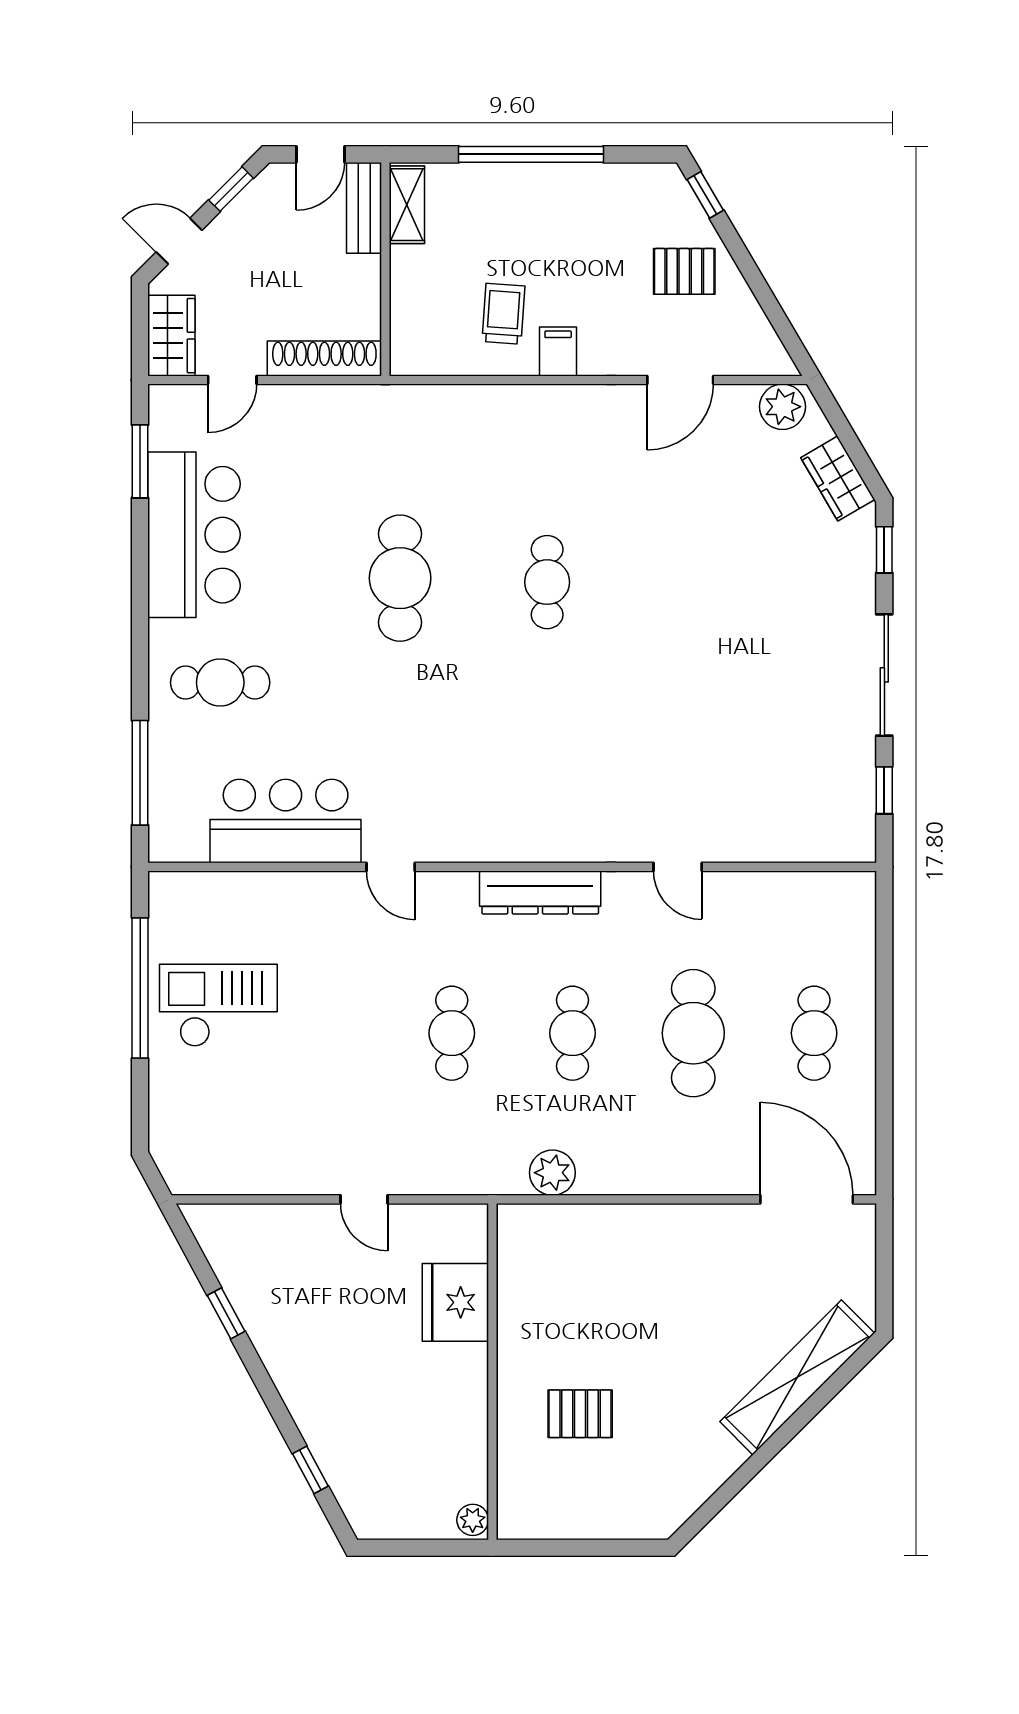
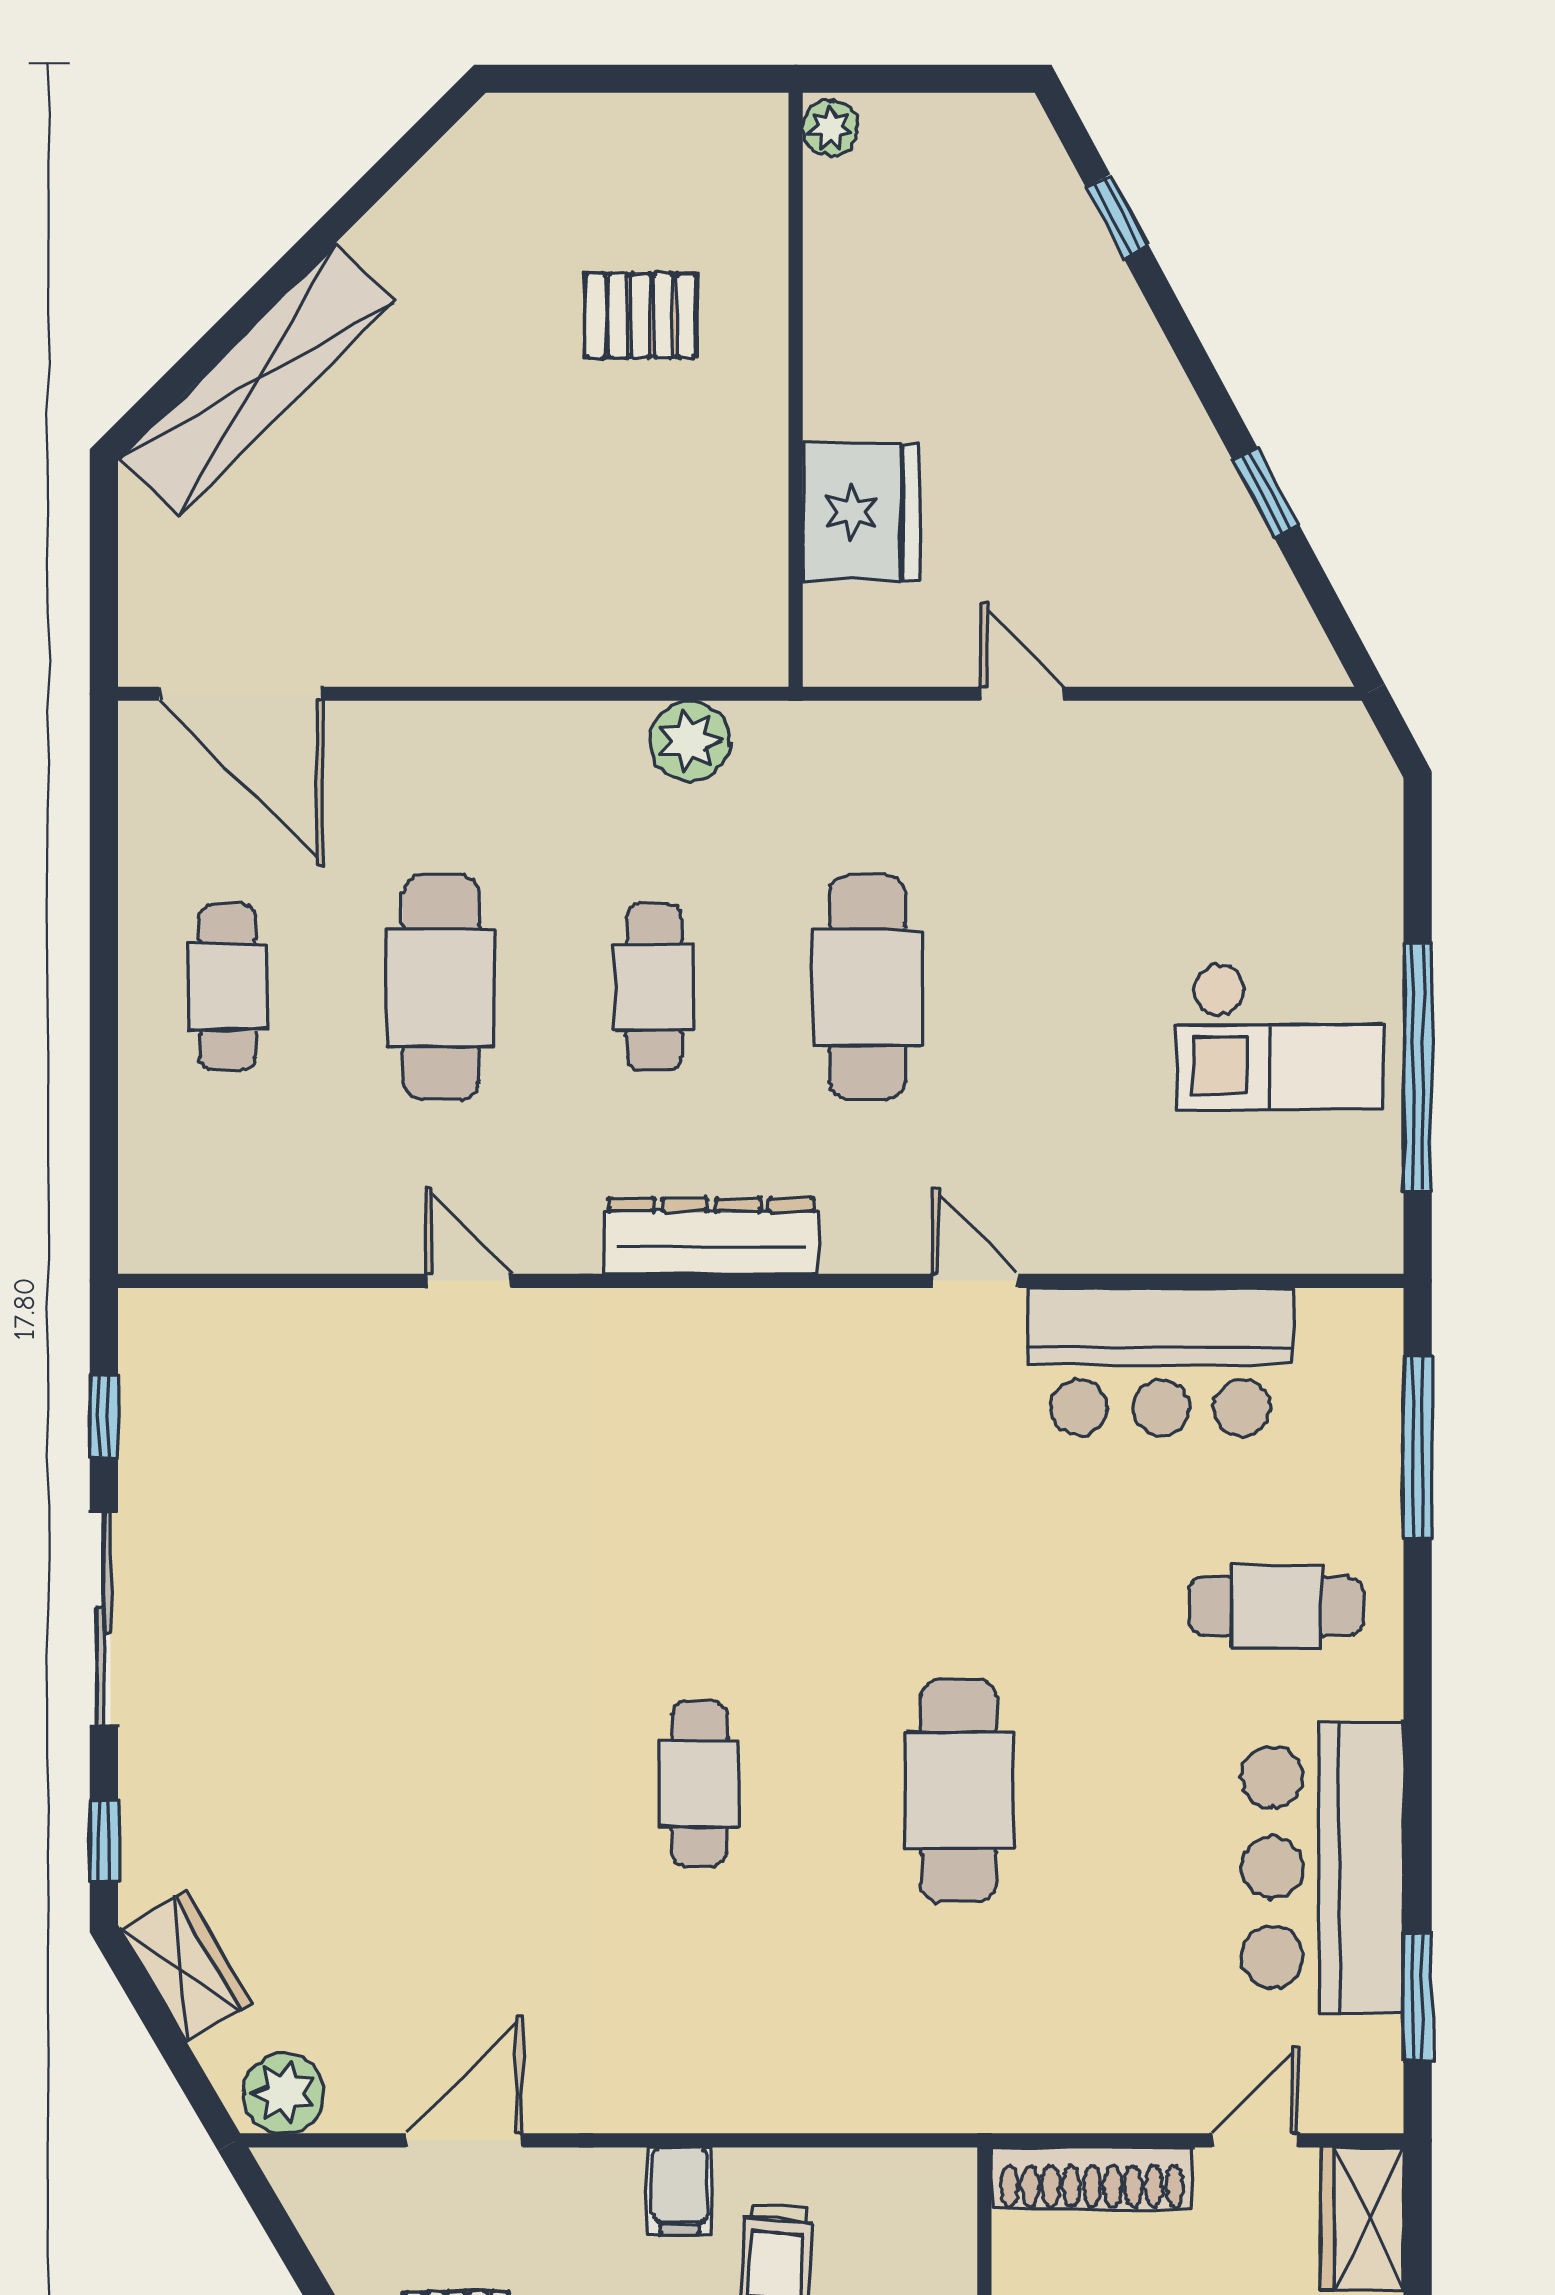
cafe table: (452, 1033) -> (867, 987), width x1.37, depth x1.35

